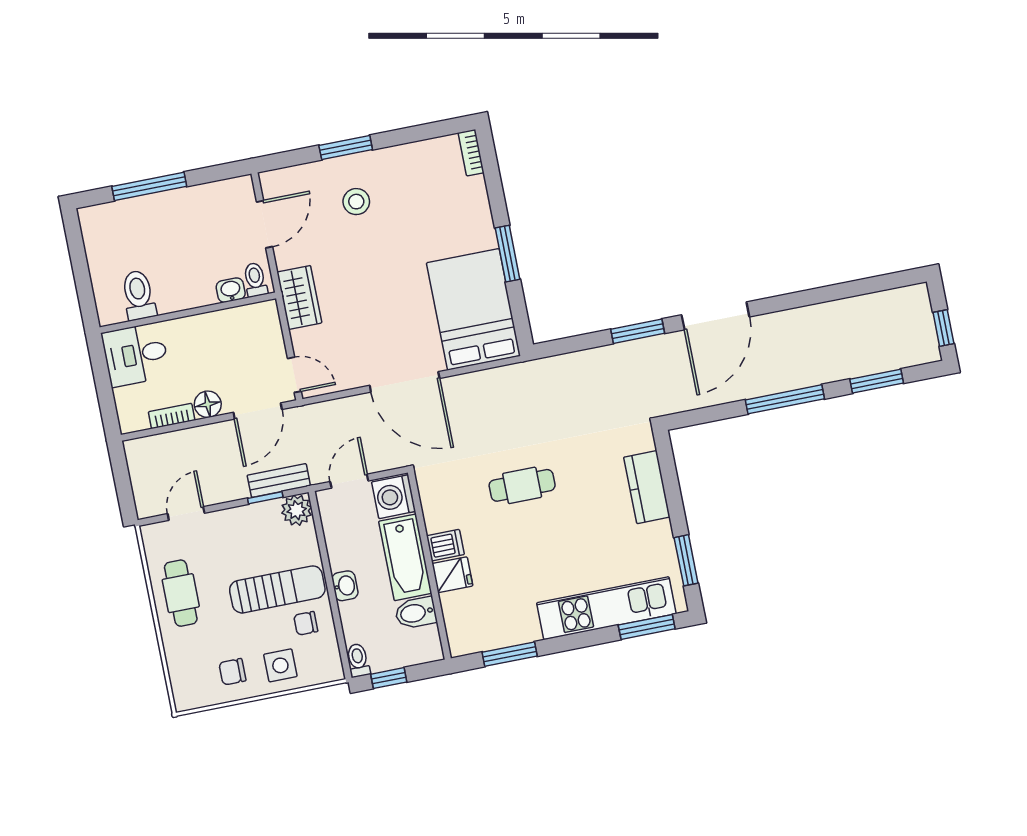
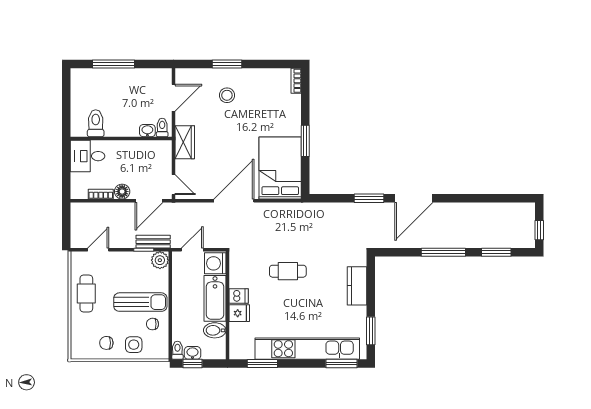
door: (405, 382) -> (234, 201), swing flipped
washbasin: (345, 586) -> (192, 353), moved, turned -90
kitchen unit: (606, 608) -> (307, 349), width x1.36

